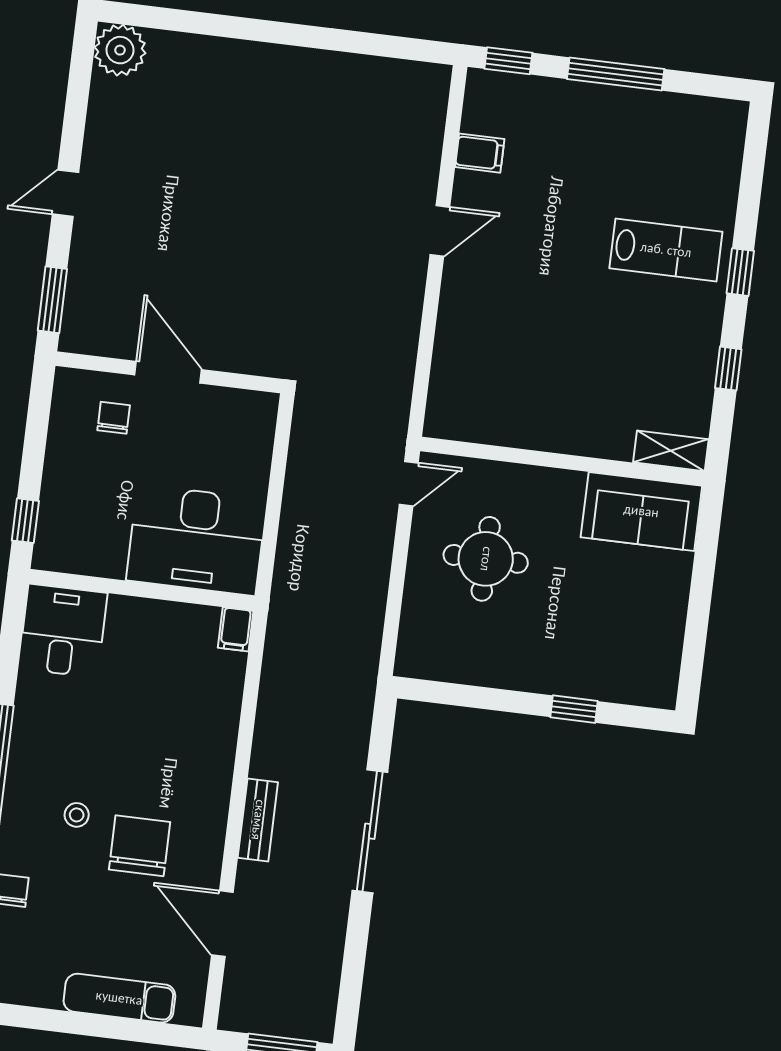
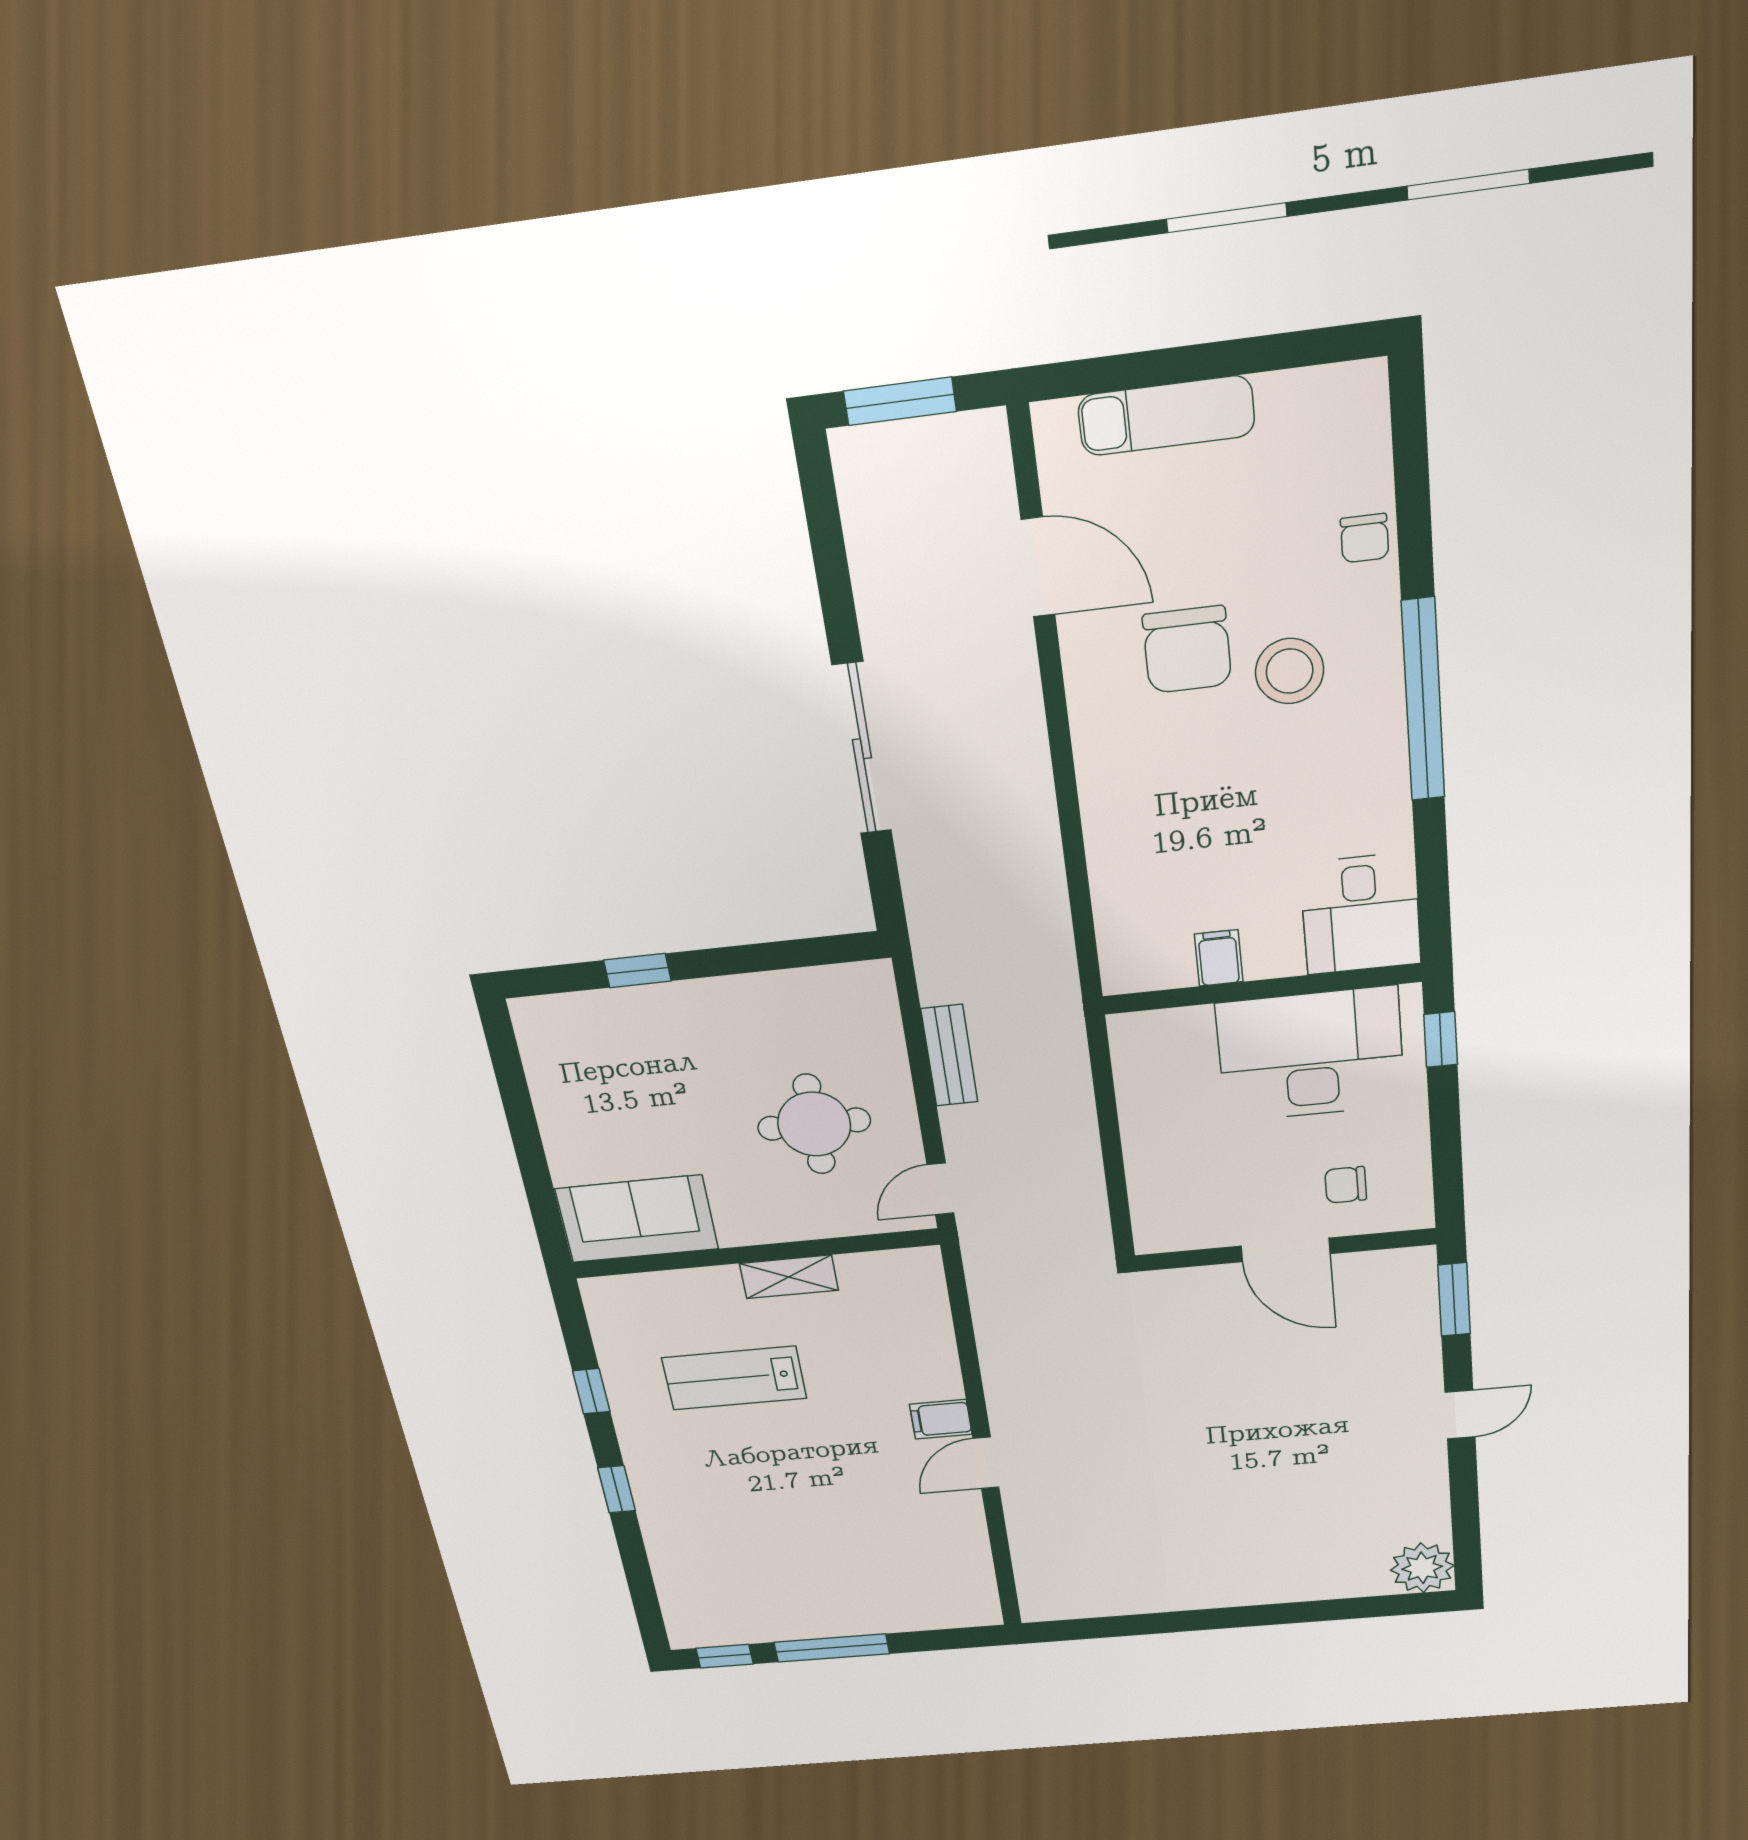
window: (508, 61) -> (725, 1656), moved
filing cabinet: (480, 153) -> (941, 1419), moved
lab bench: (666, 250) -> (734, 1378), moved
chair: (114, 418) -> (1346, 1185), turned 90
shelving: (671, 451) -> (789, 1277), moved
desk: (196, 540) -> (1311, 1055), moved
filing cabinet: (236, 629) -> (1219, 958), moved
stool: (77, 815) -> (1290, 671), width x1.89, depth x1.89
bench: (258, 820) -> (949, 1055), moved

